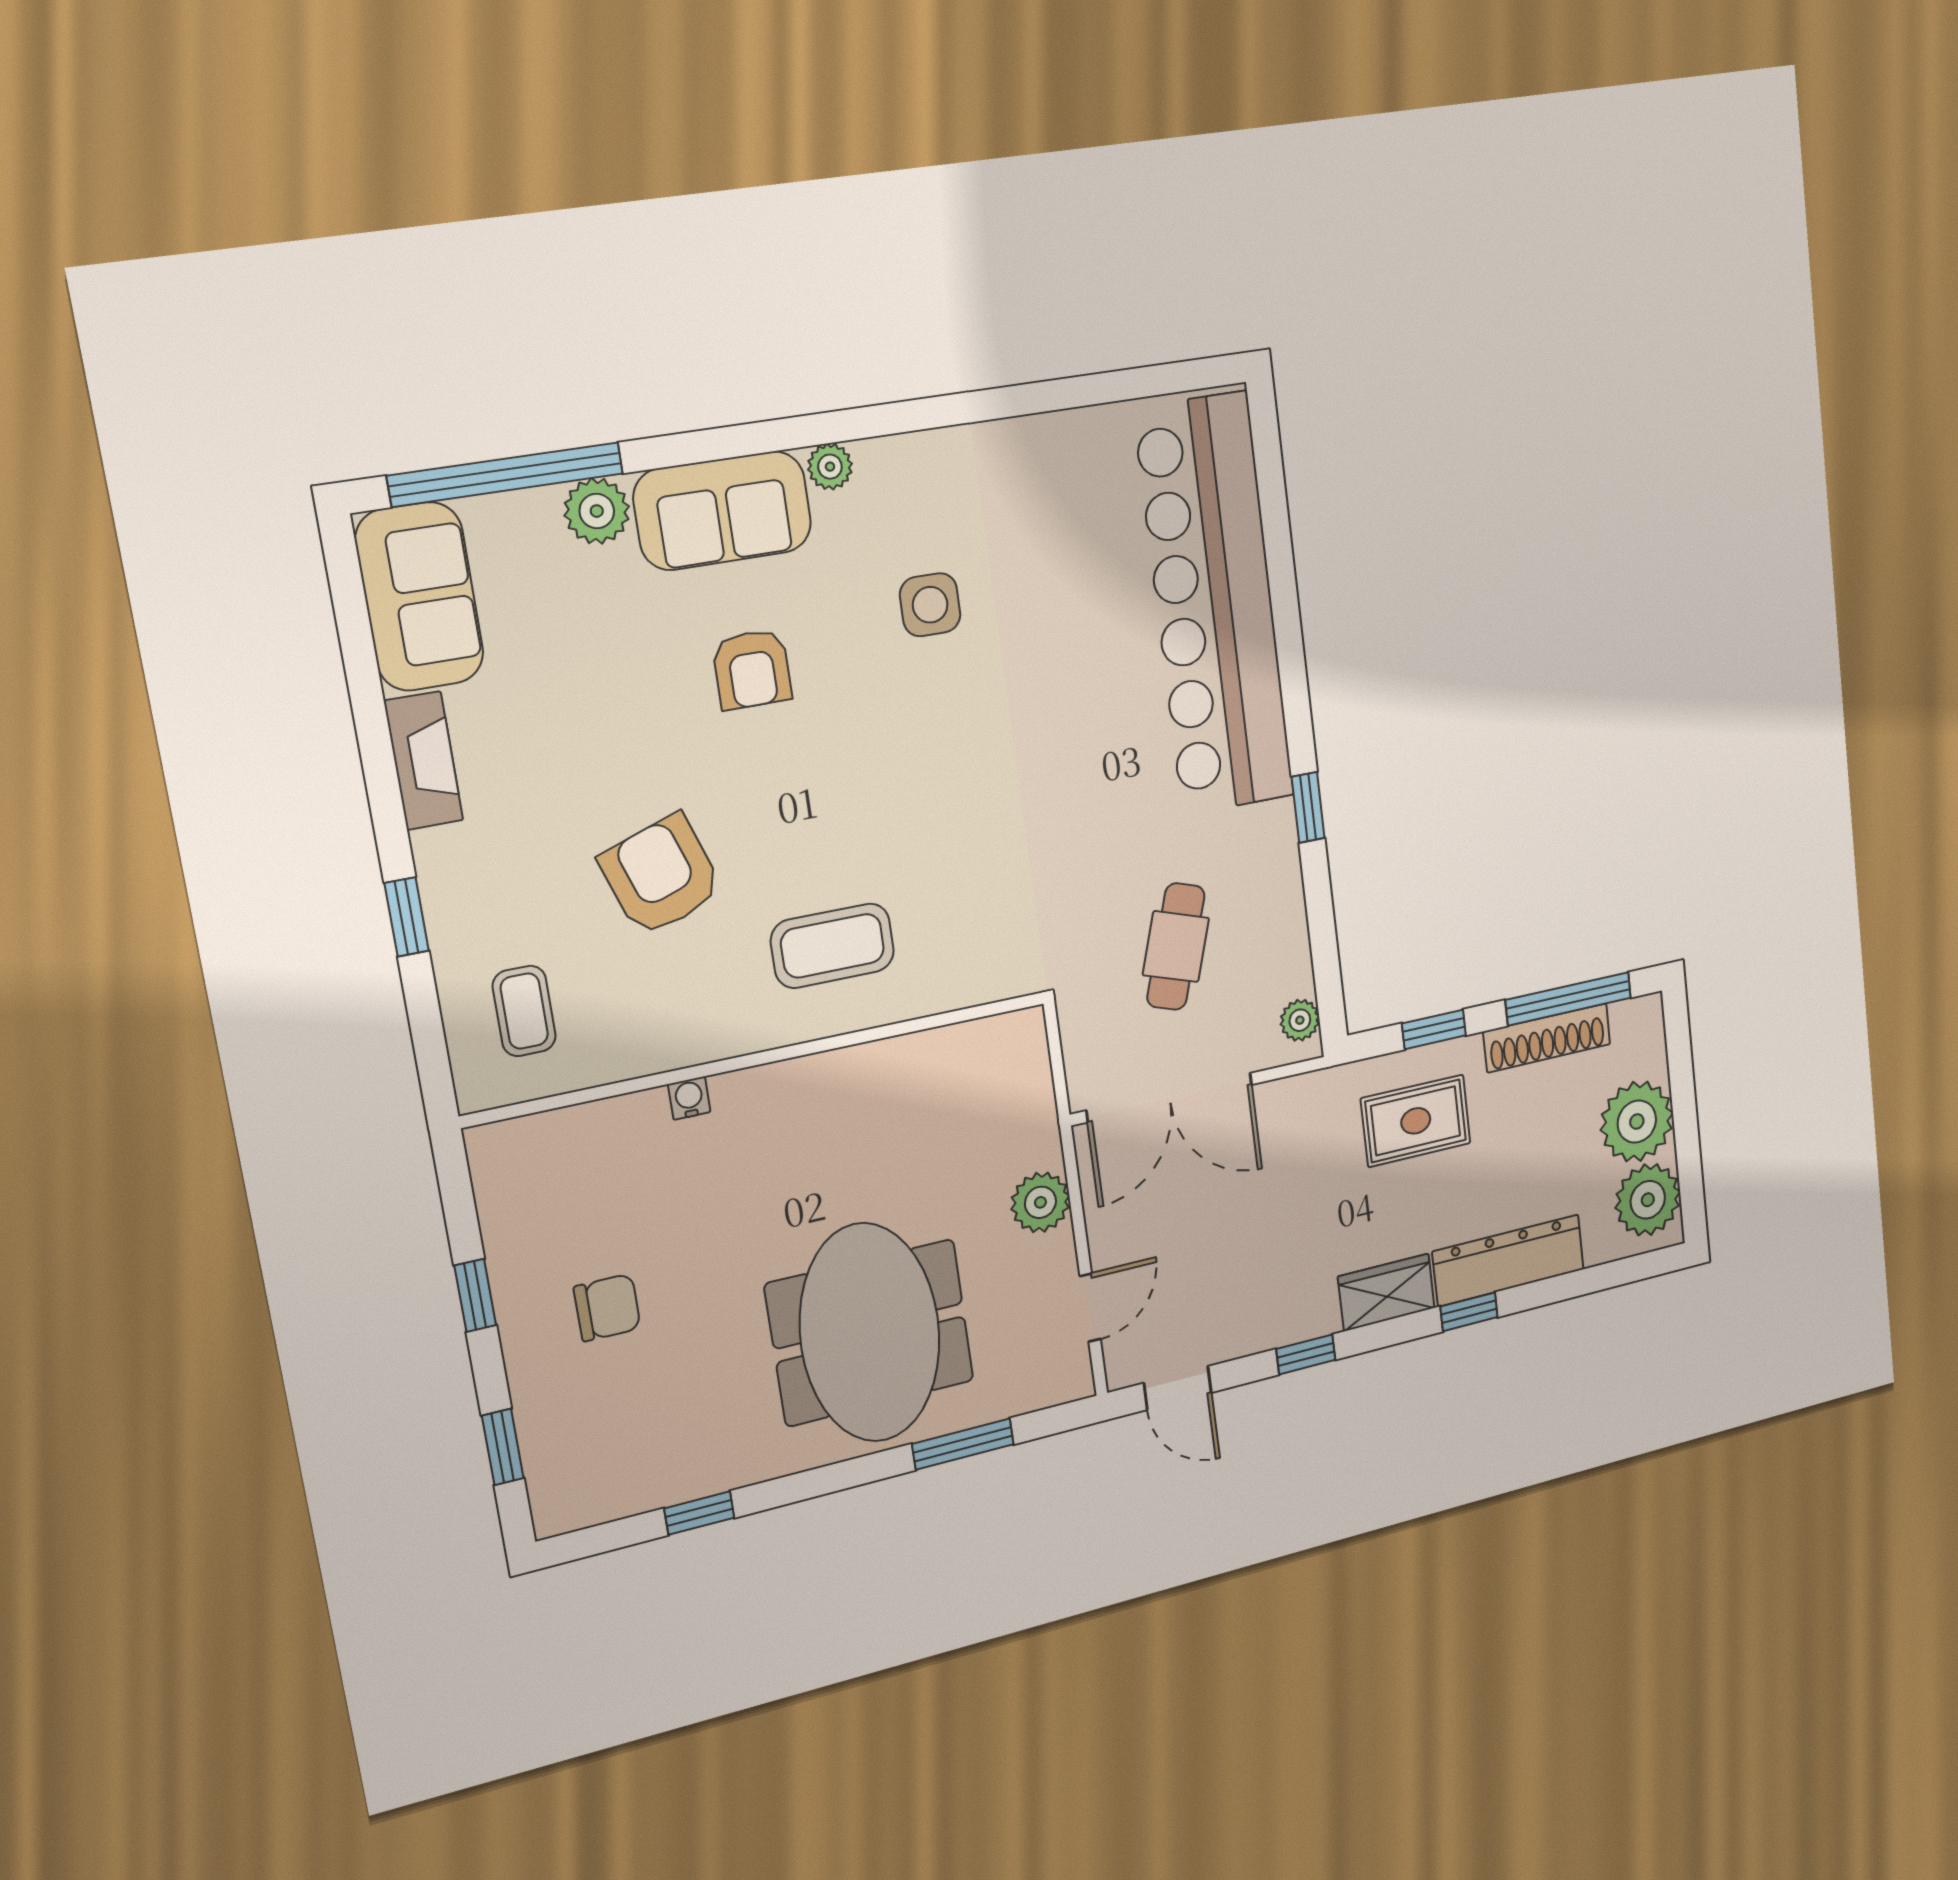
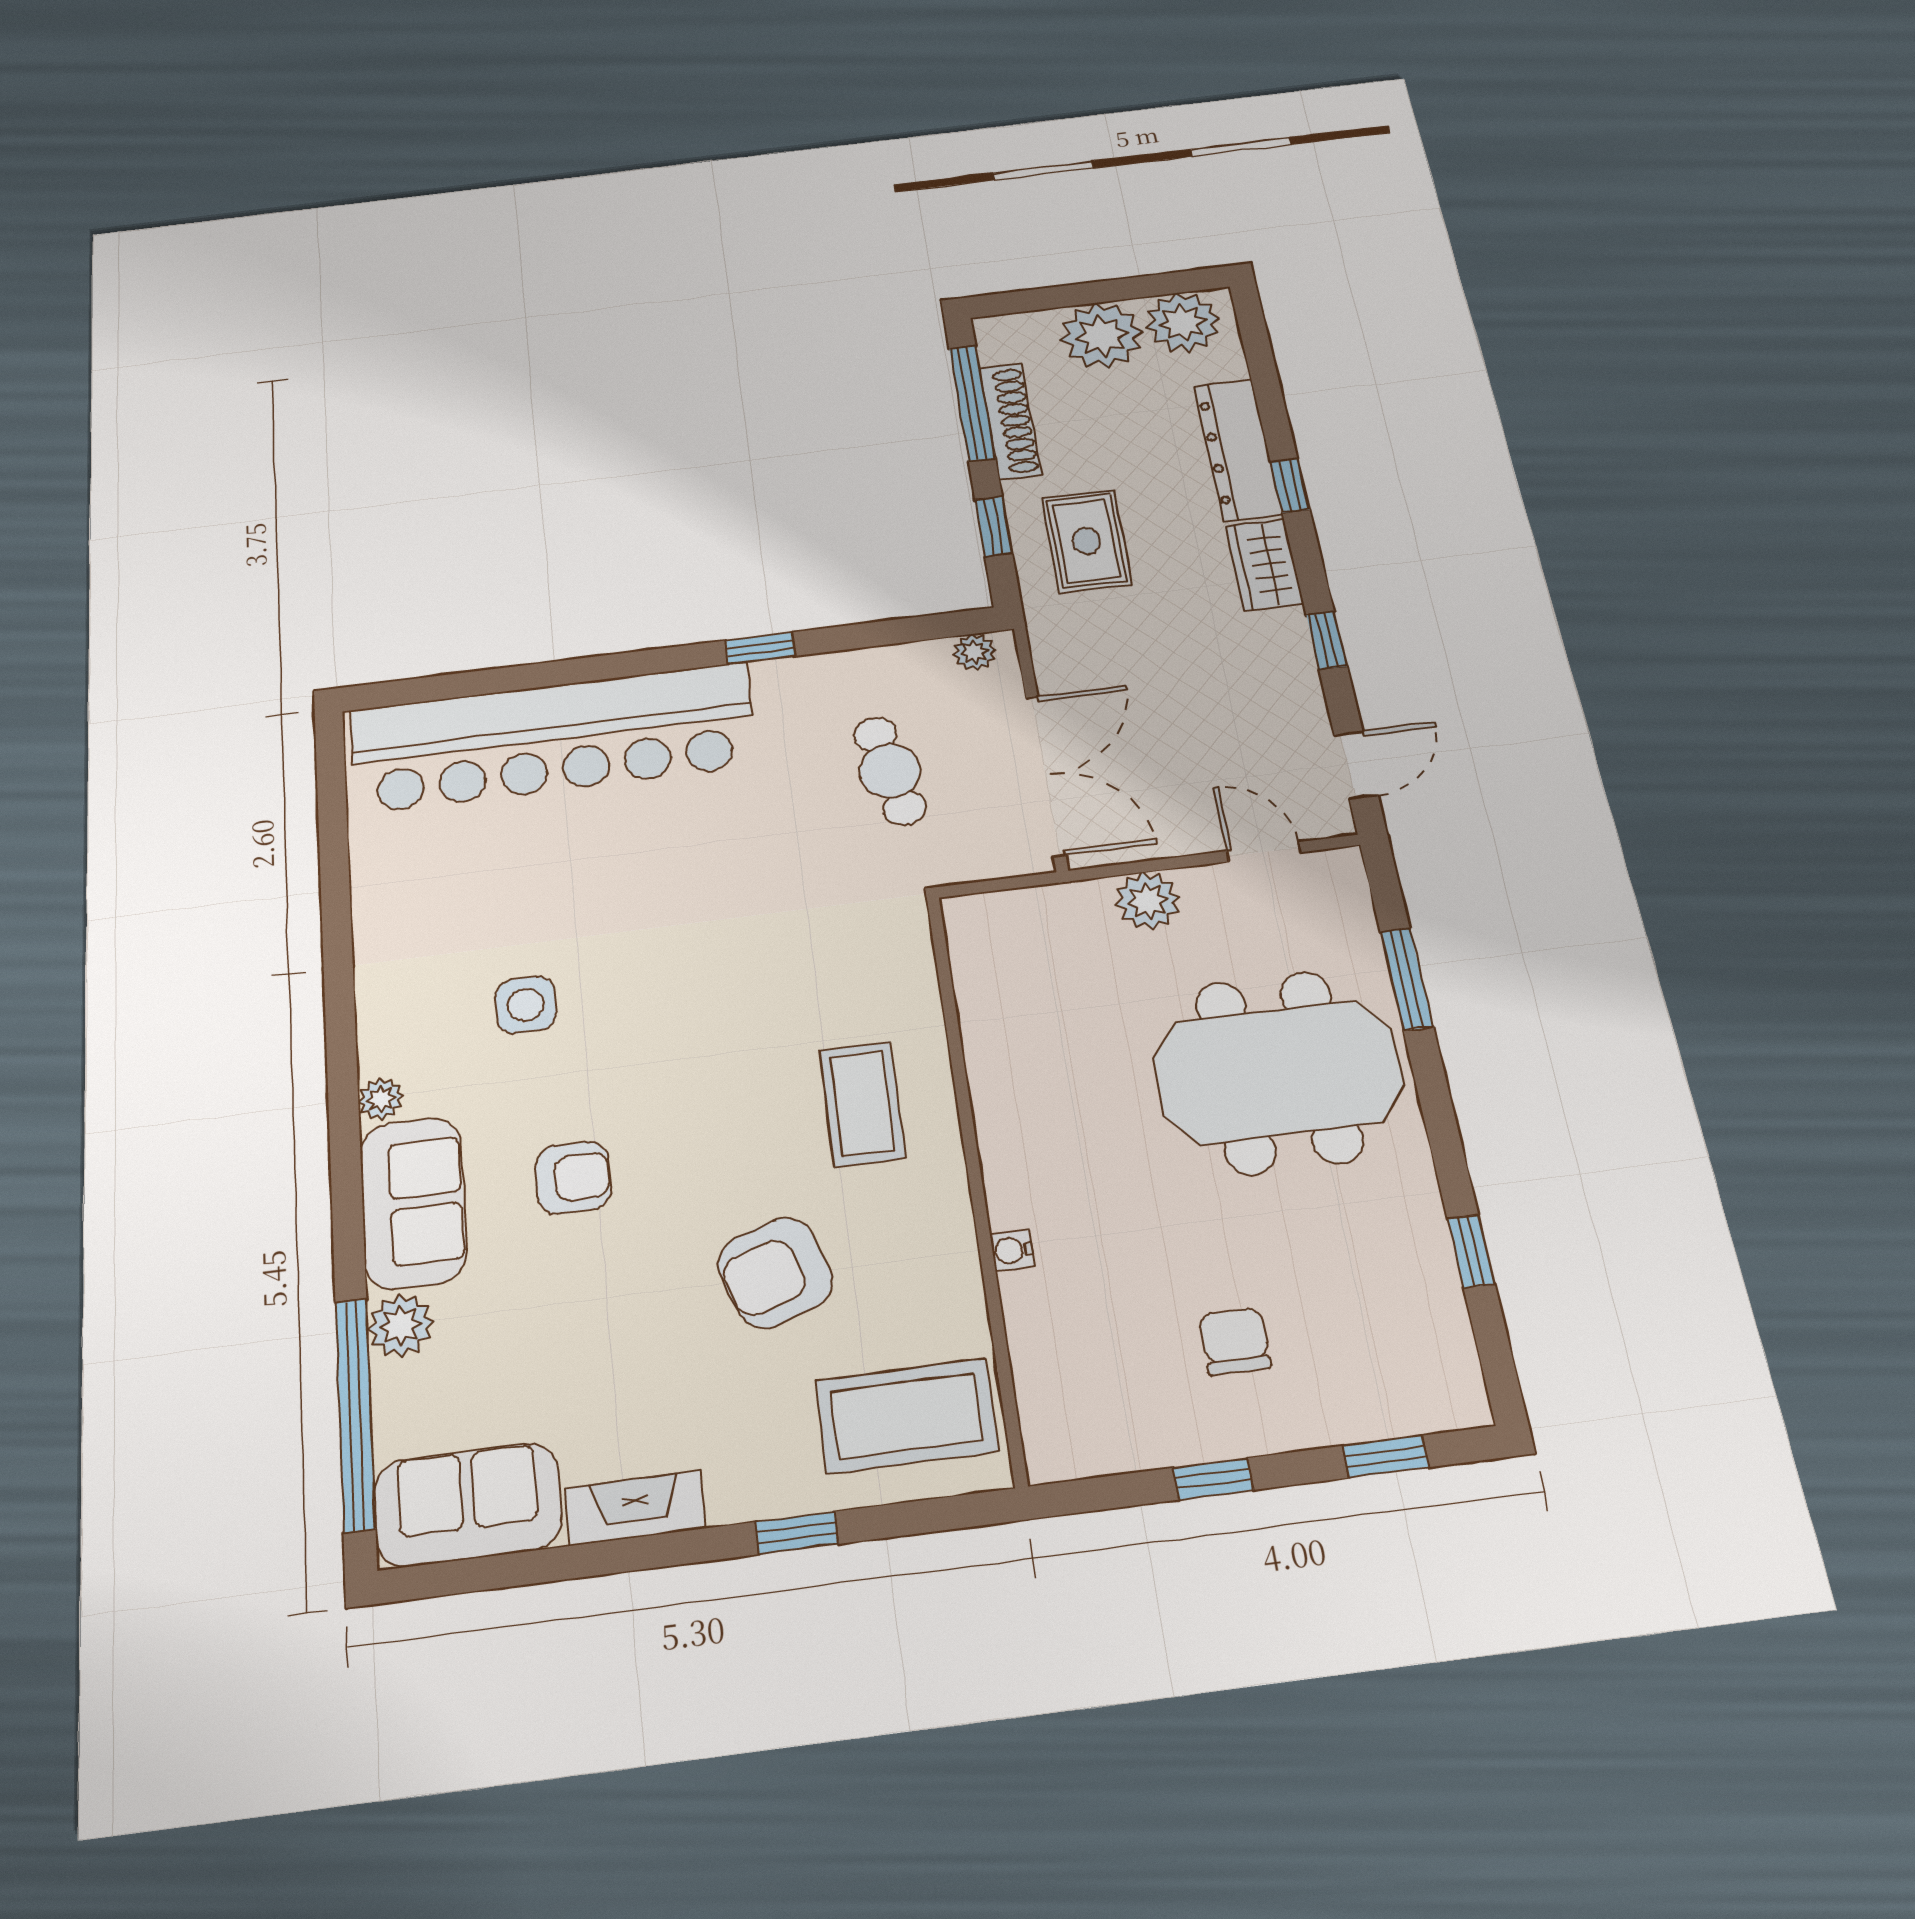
cafe table: (1176, 947) -> (890, 771), turned 60
coffee table: (524, 1011) -> (907, 1416), width x1.86, depth x1.72

